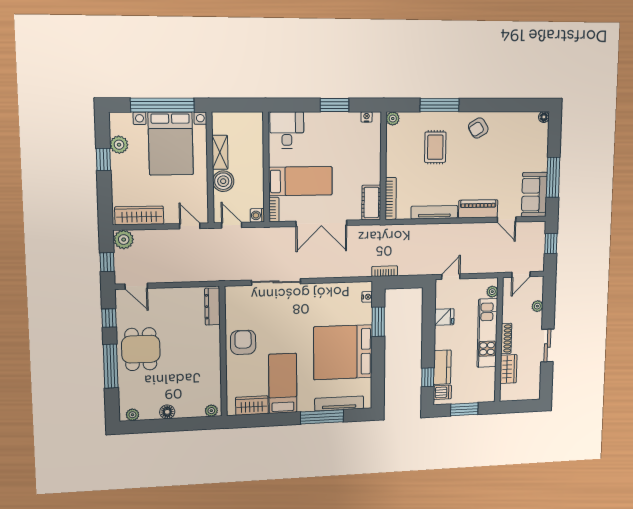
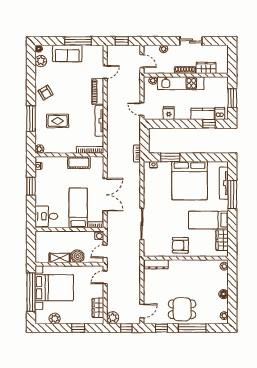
plant: (526, 120) -> (41, 61), added
window: (103, 159) -> (78, 328), moved
sofa: (534, 195) -> (67, 53), moved
cot: (371, 203) -> (79, 162), moved
wardrobe: (139, 215) -> (98, 308), width x0.67

